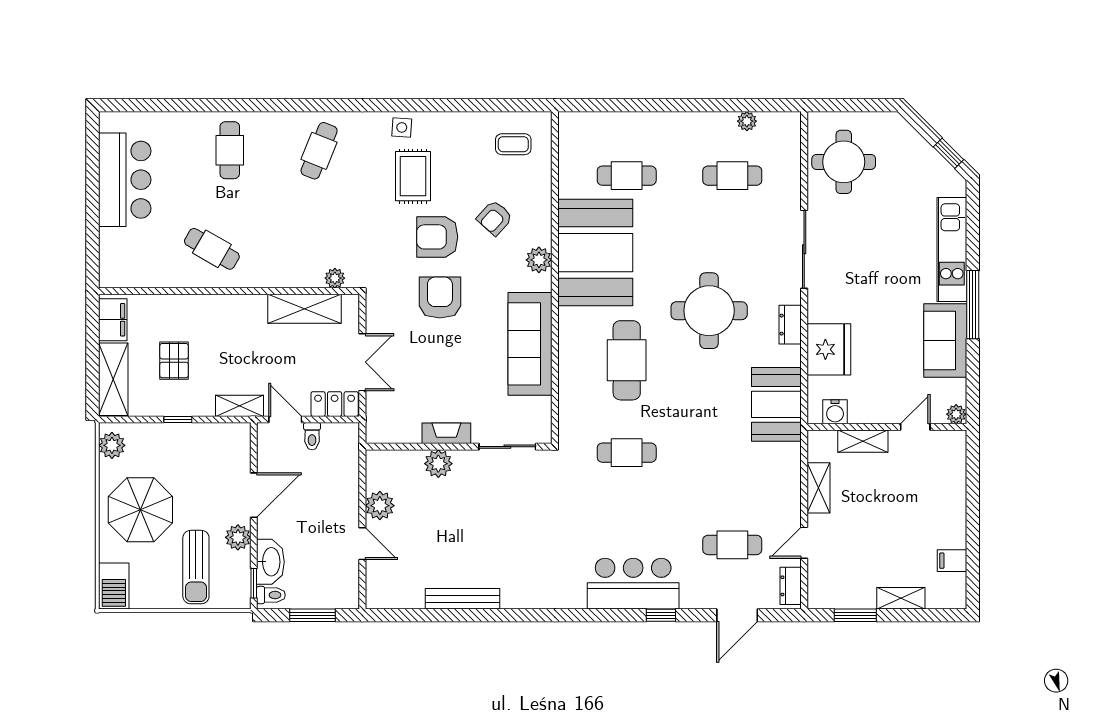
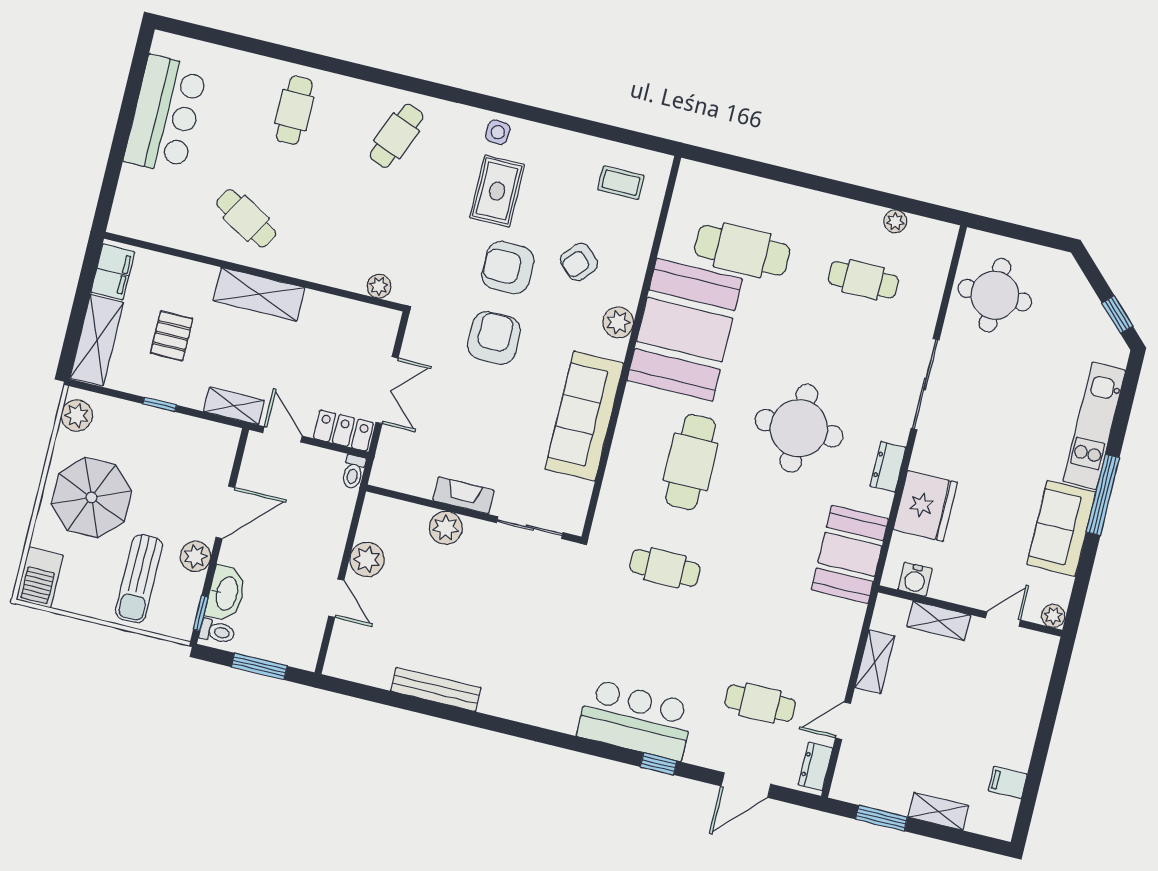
cafe table: (627, 176) -> (742, 250), width x1.37, depth x1.35
shelving: (305, 309) -> (259, 294), moved
toilet: (312, 436) -> (353, 472), moved

